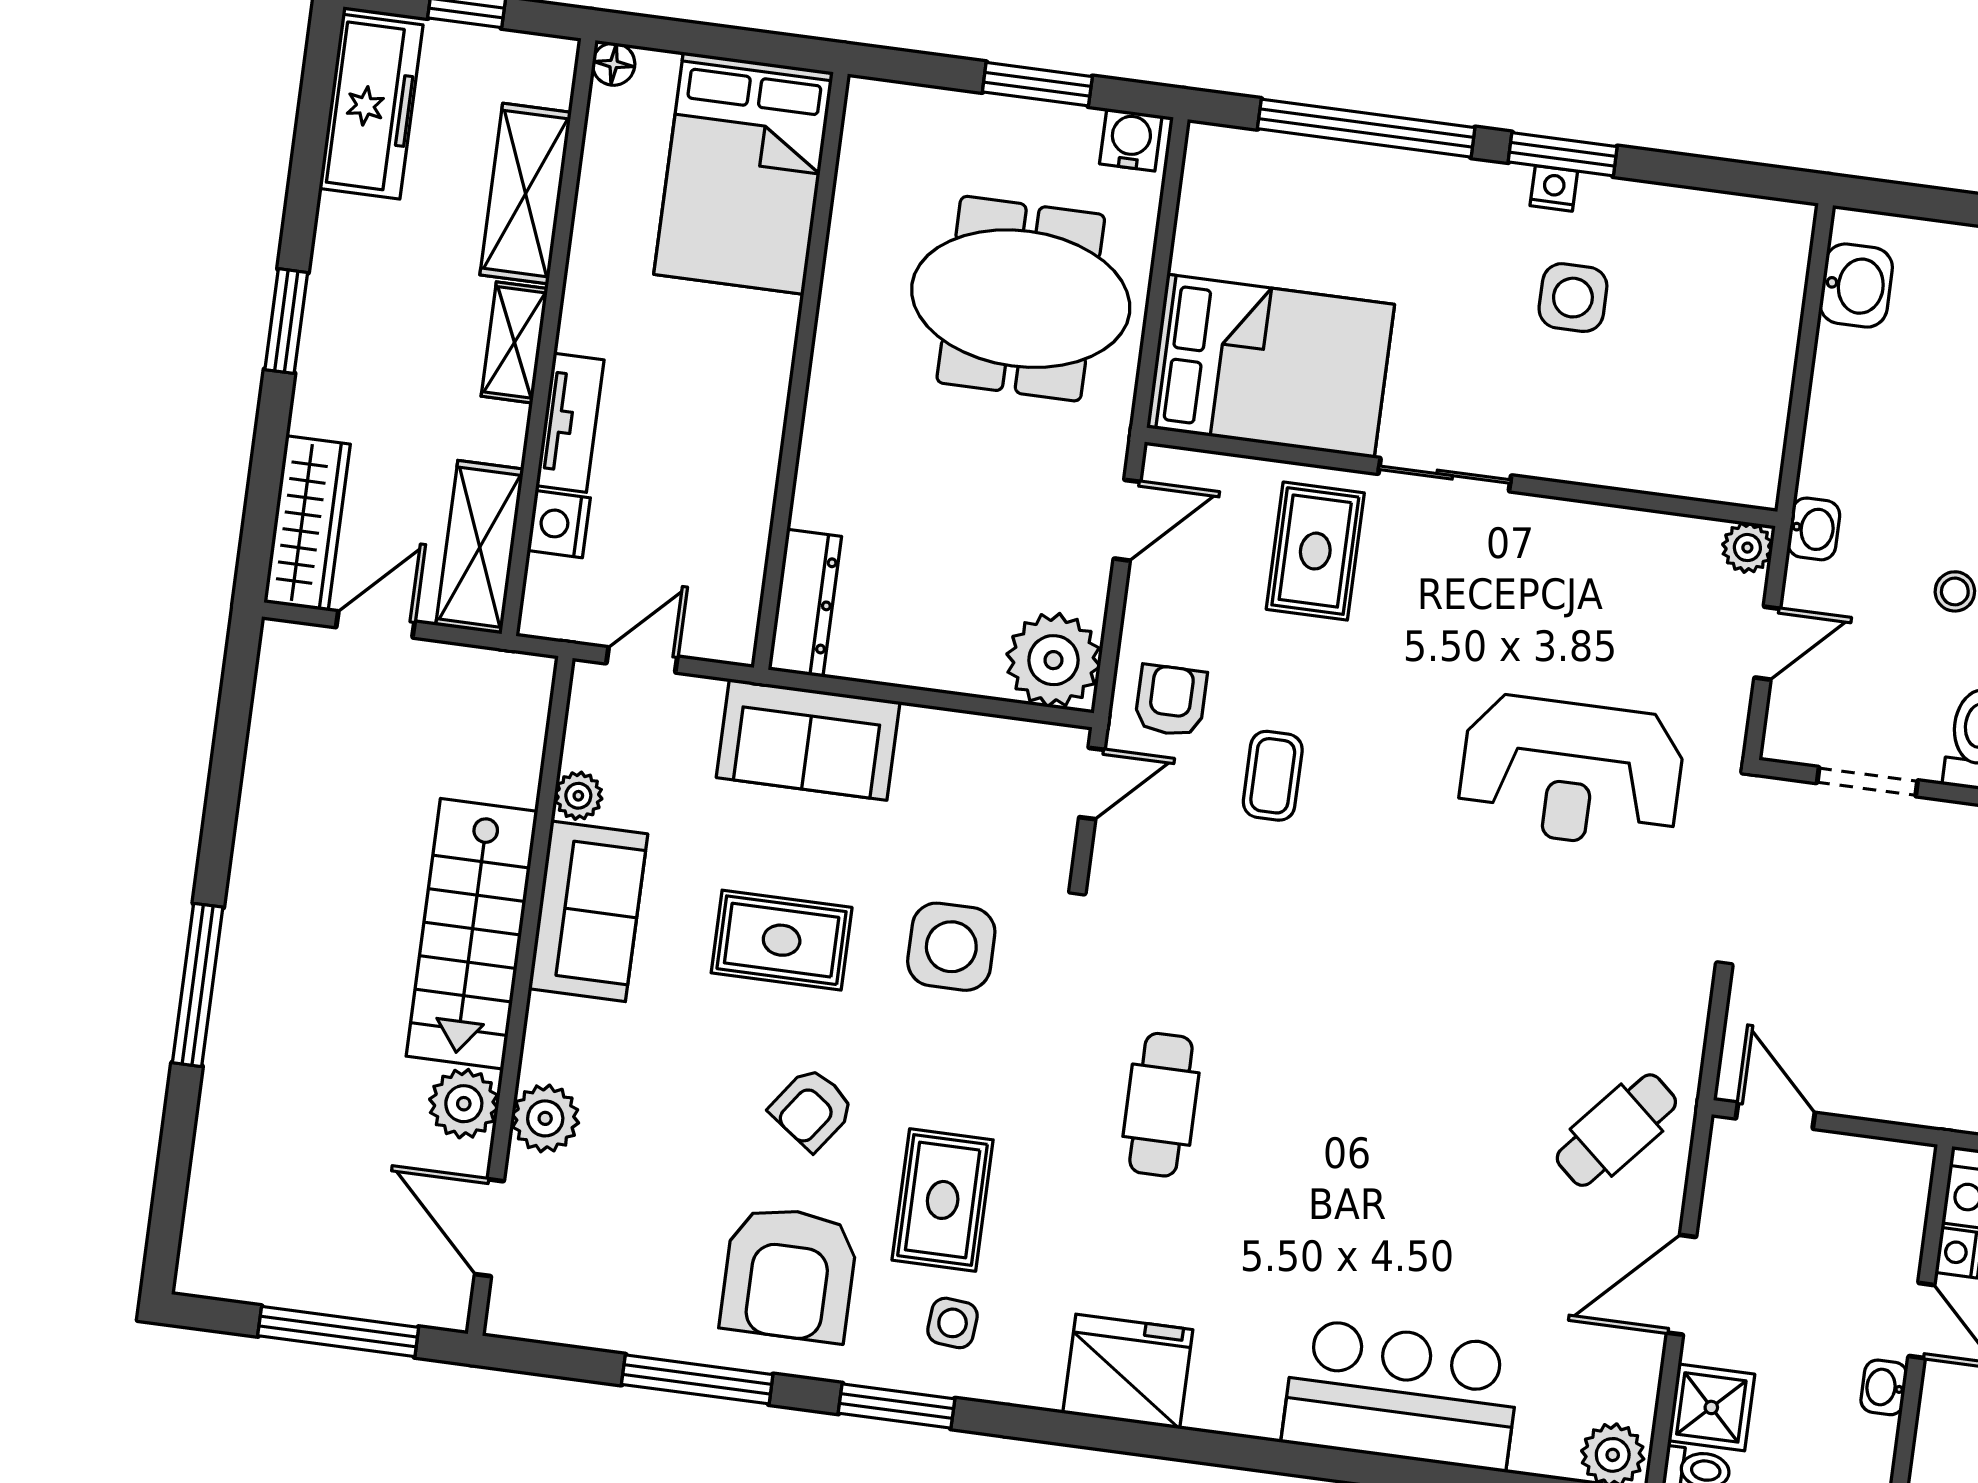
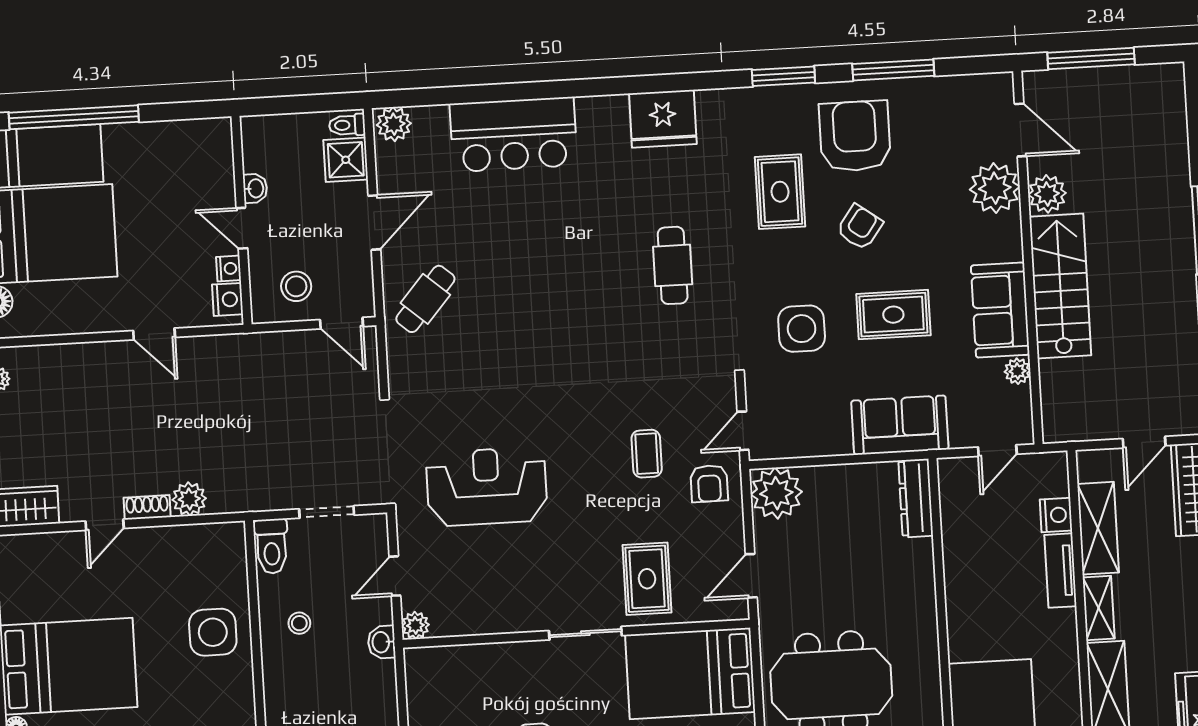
shelving: (480, 547) -> (1098, 528), moved
plant: (545, 1118) -> (995, 188), width x1.36, depth x1.36
stool: (1844, 1197) -> (296, 286), added
side table: (953, 1323) -> (762, 127), removed

